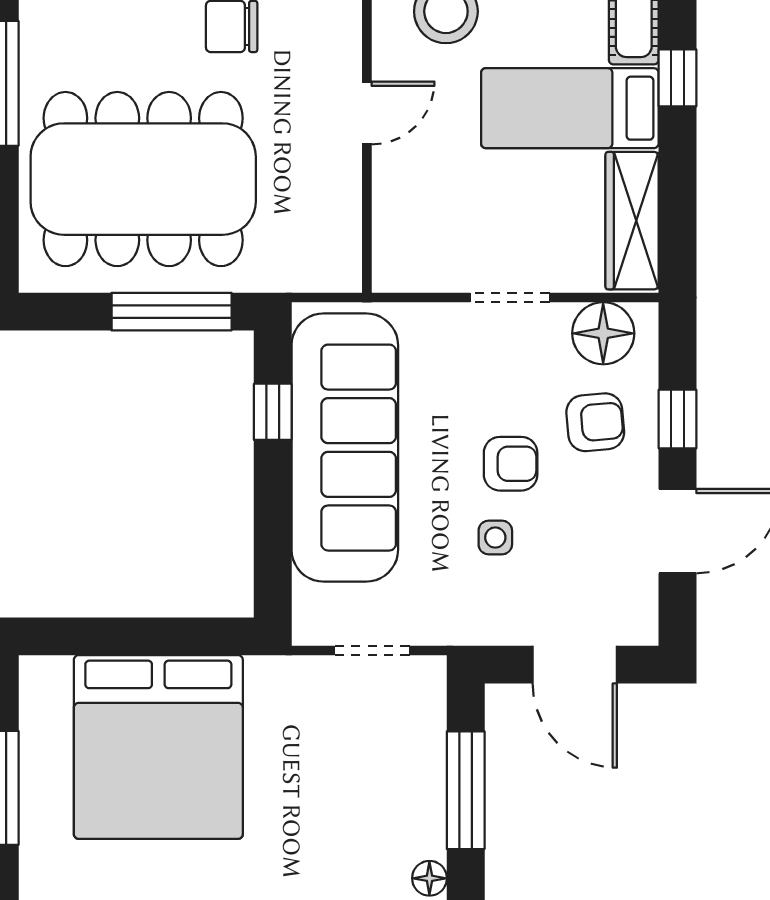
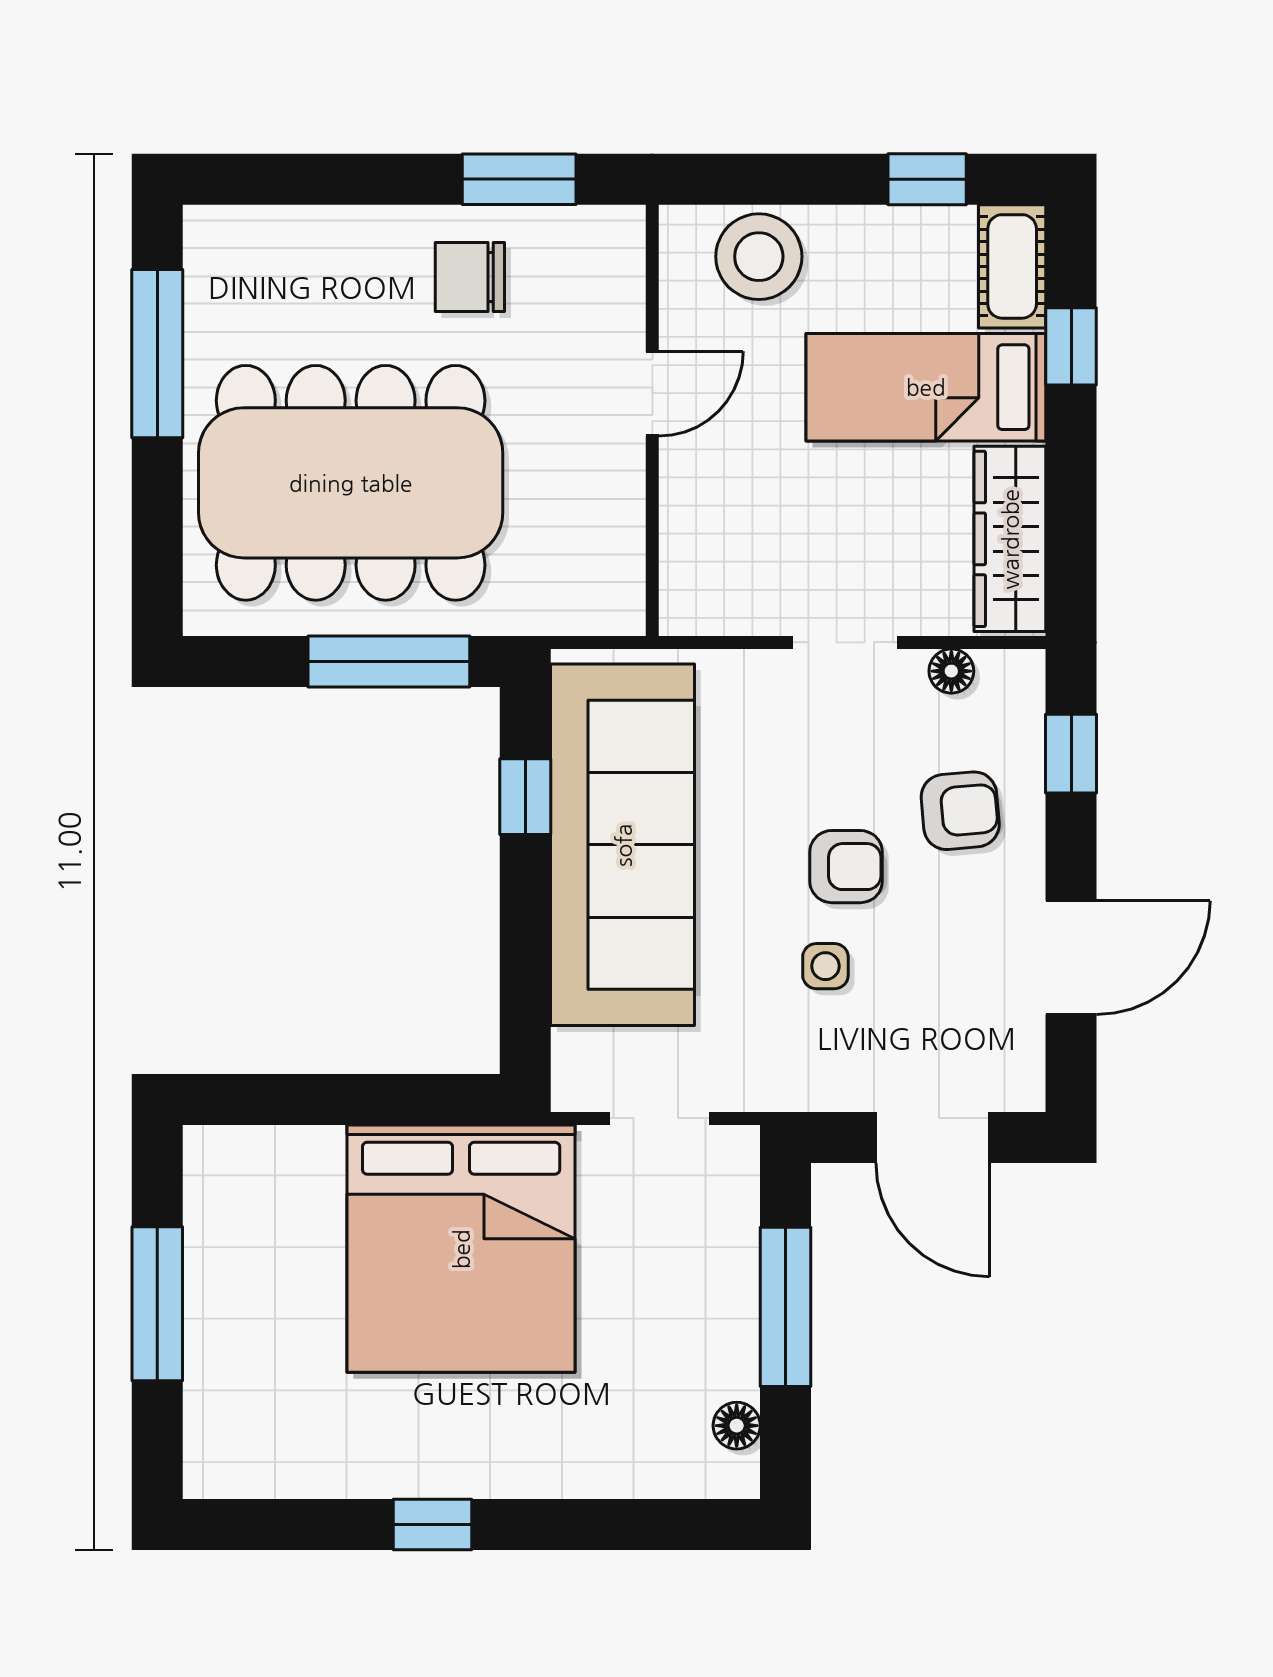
floor lamp: (603, 333) -> (951, 671), width x0.53, depth x0.53
window: (677, 419) -> (1071, 754), moved
bed: (158, 747) -> (461, 1249), moved

